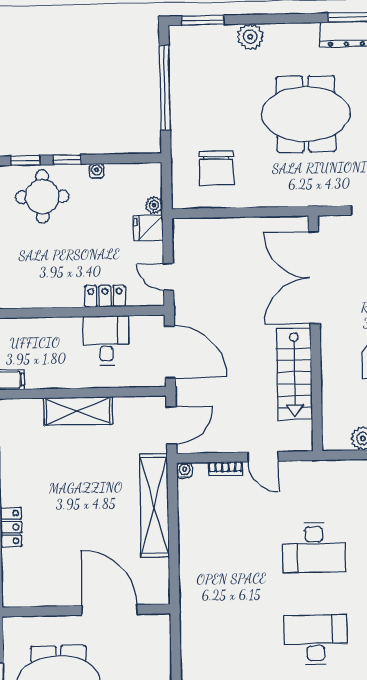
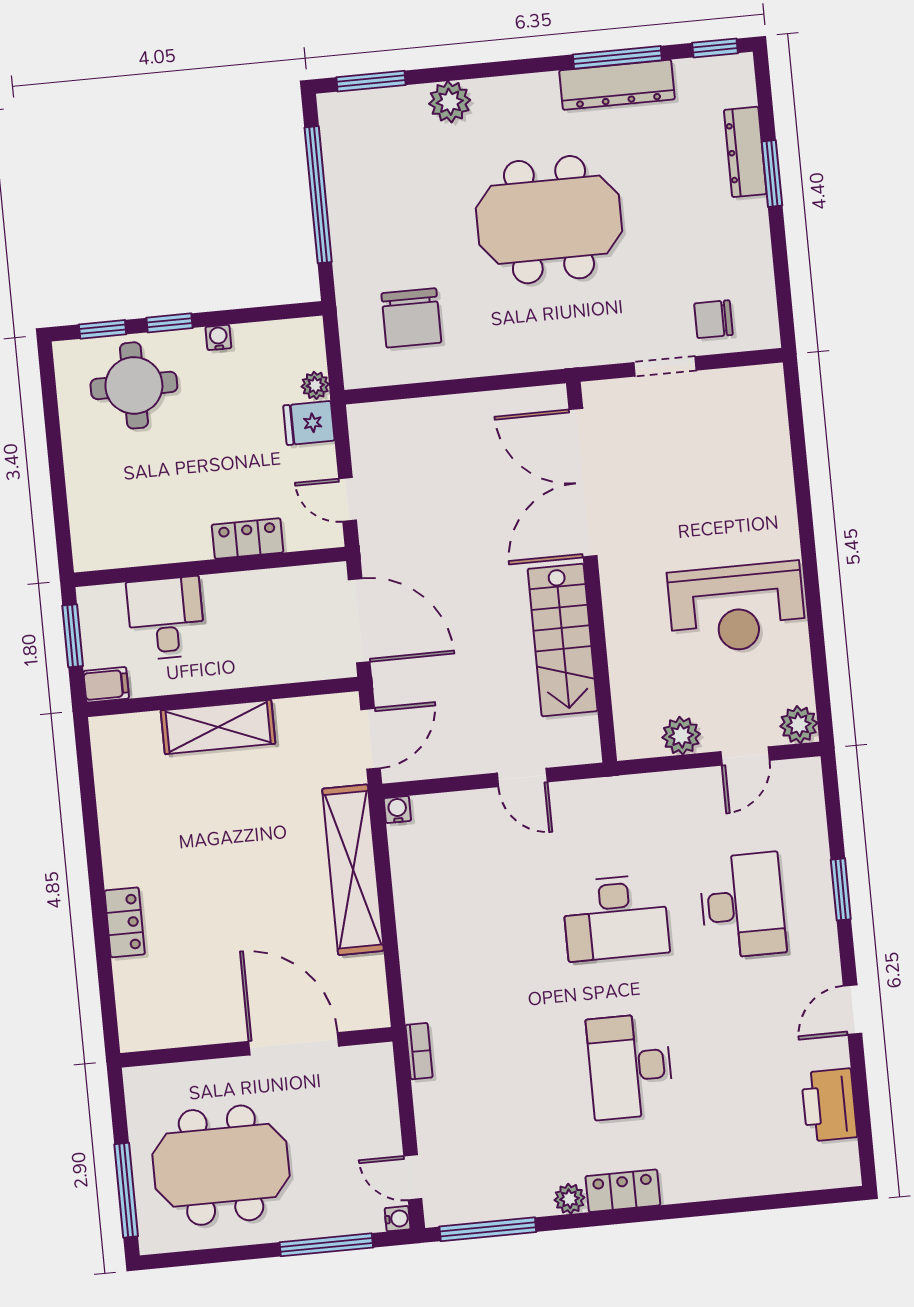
desk: (106, 340) -> (166, 618), moved
bookcase: (225, 469) -> (419, 1051), moved, turned -90
desk: (316, 640) -> (630, 1066), turned -90

